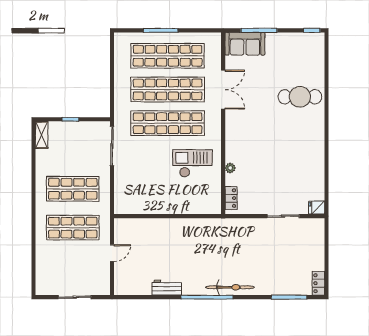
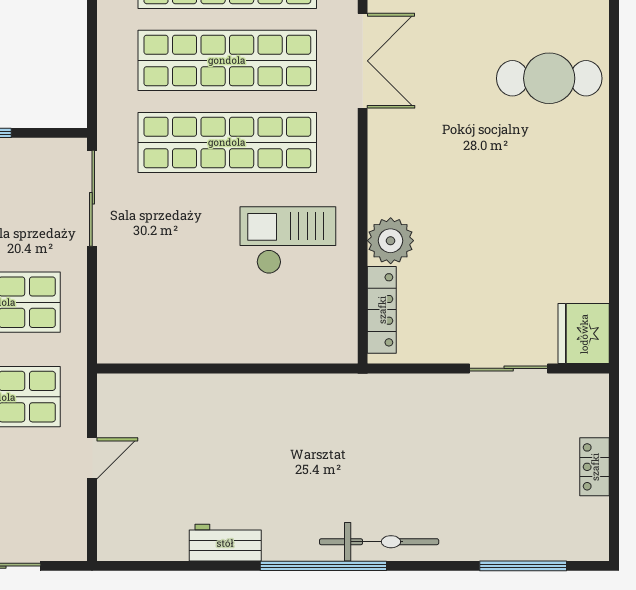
plant: (230, 168) -> (391, 241), width x1.88, depth x1.88
locker: (231, 198) -> (382, 310), width x1.53
fridge: (317, 208) -> (584, 334), width x1.88, depth x1.34
locker: (318, 283) -> (595, 467), moved

